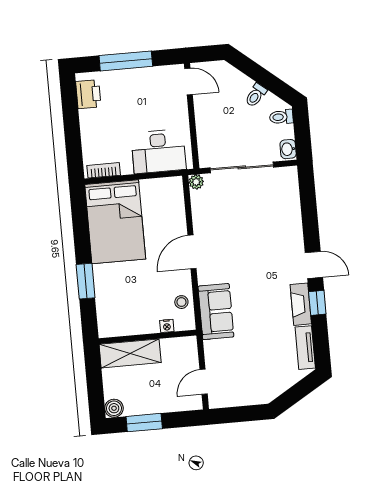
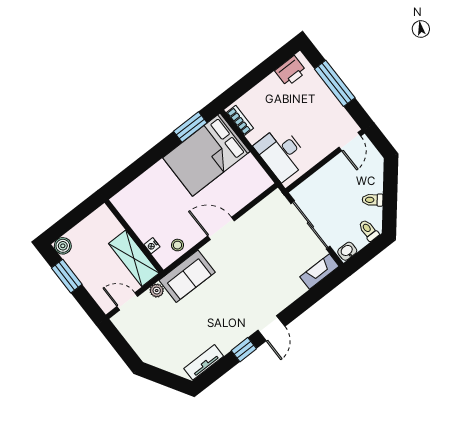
plant: (196, 182) -> (157, 291), moved
window: (86, 281) -> (190, 127), moved
fireplace: (301, 304) -> (319, 271), moved
shelving: (130, 353) -> (134, 258), moved

